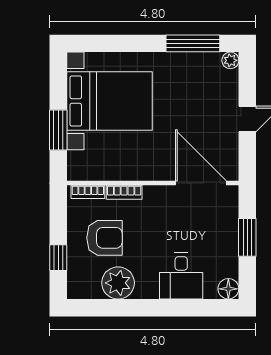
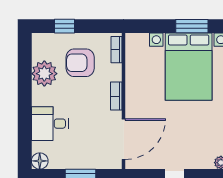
window: (58, 130) -> (192, 26), moved
bookcase: (124, 192) -> (116, 96), moved
armchair: (104, 238) -> (80, 63), turned 90

